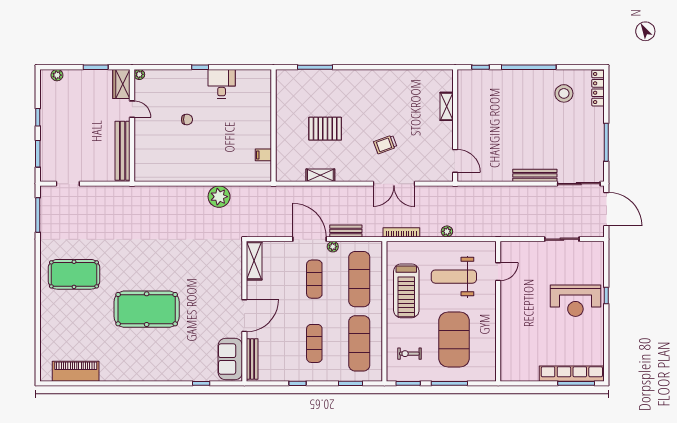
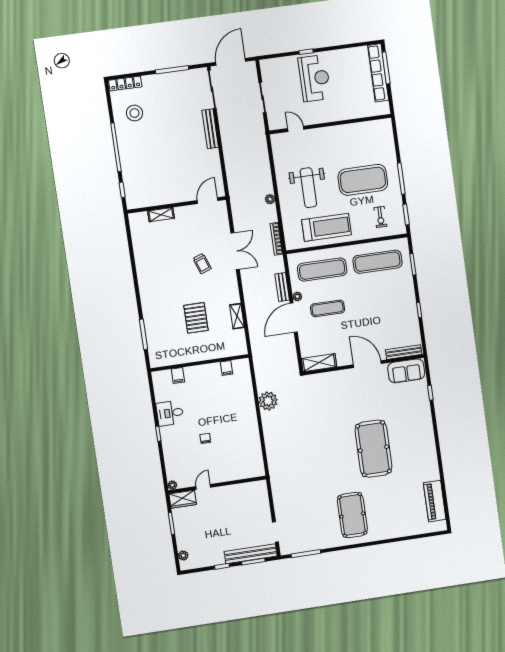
filing cabinet: (263, 99) -> (178, 376), added
bench: (123, 151) -> (251, 554), moved
door: (498, 272) -> (296, 129), moved
wall: (498, 311) -> (330, 124), moved
exercise mat: (314, 343) -> (383, 300), removed

